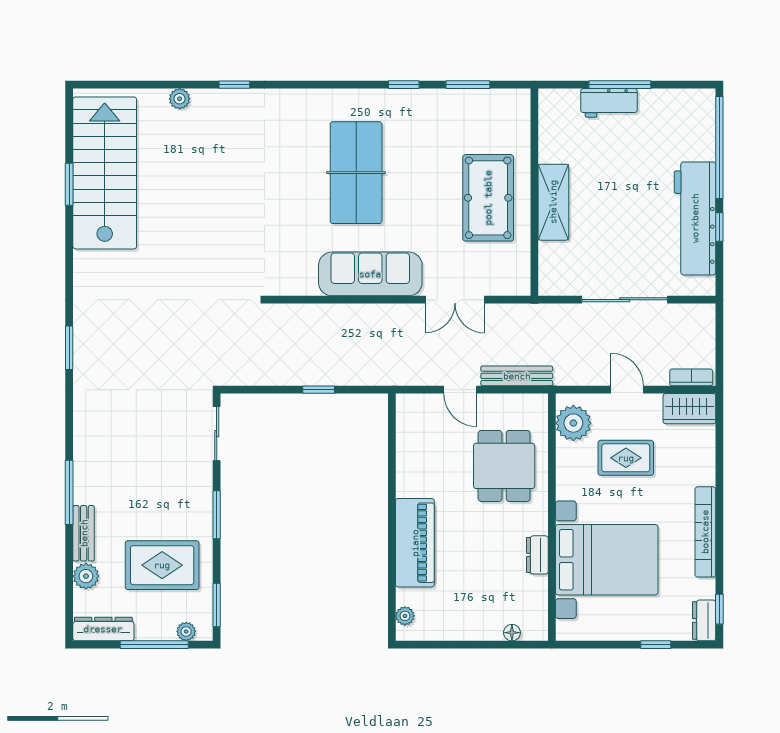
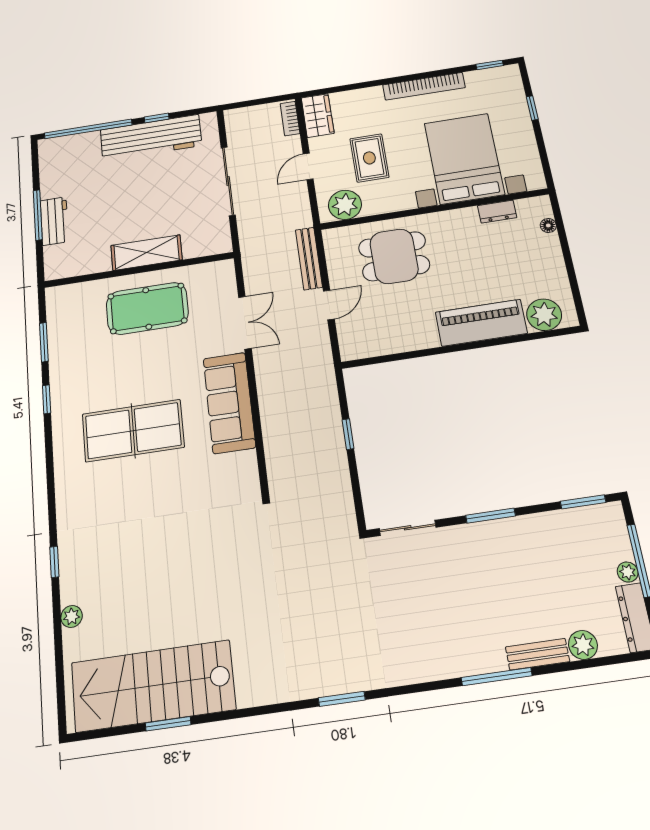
dresser: (537, 555) -> (497, 212), moved
rug: (162, 565) -> (554, 564), removed
plant: (405, 616) -> (544, 315), width x1.88, depth x1.88
dresser: (704, 620) -> (502, 75), removed
plant: (186, 631) -> (628, 572), moved

